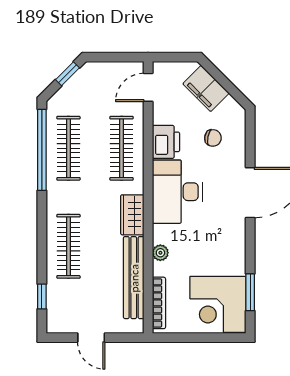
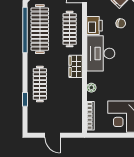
clothes rail: (68, 148) -> (40, 29), width x1.37, depth x1.31
bench: (134, 278) -> (76, 102), removed
window: (42, 297) -> (25, 99), moved

